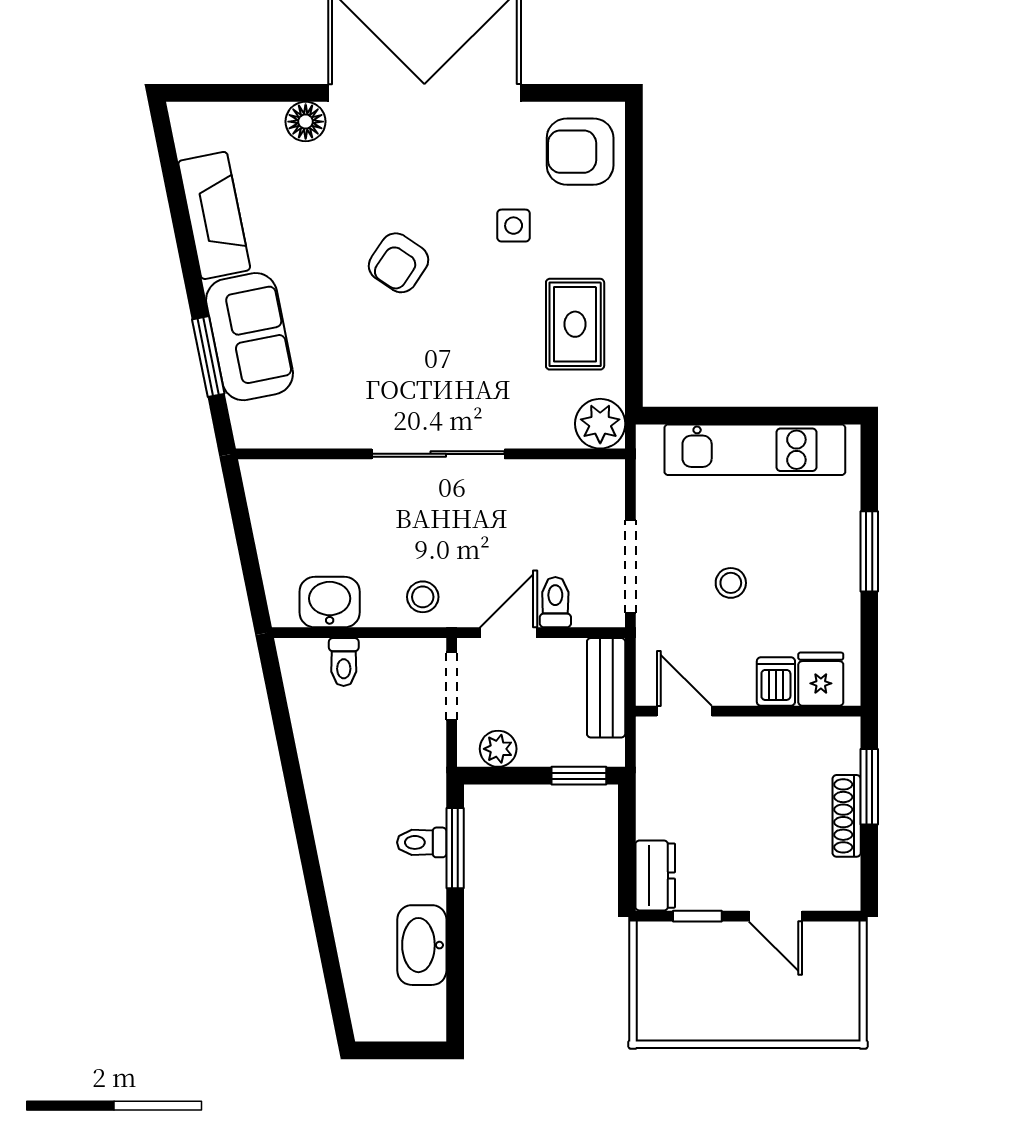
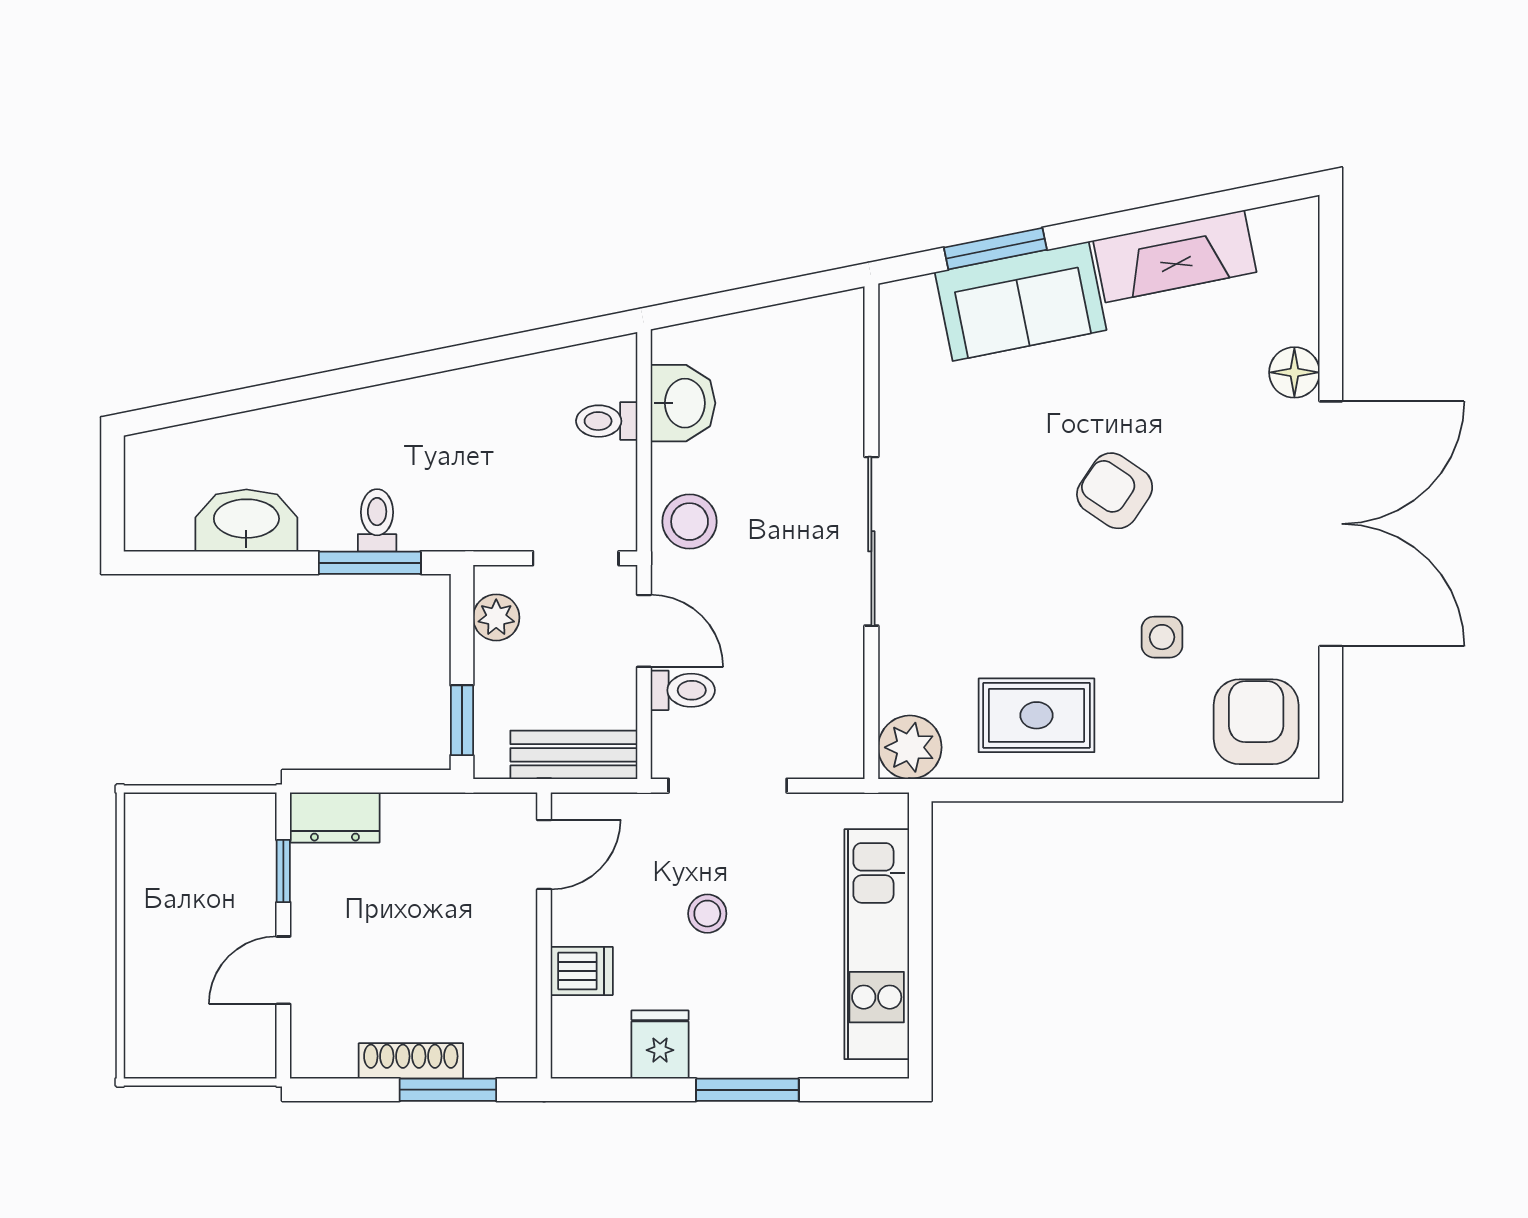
stool: (423, 597) -> (690, 522), width x1.37, depth x1.37
fridge: (821, 679) -> (660, 1045), moved, turned -90

